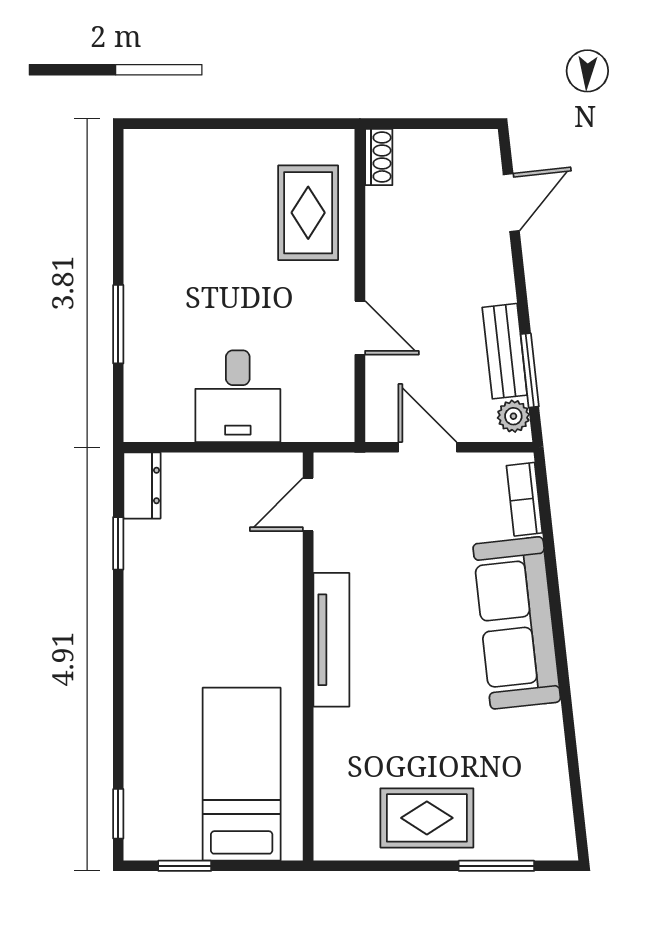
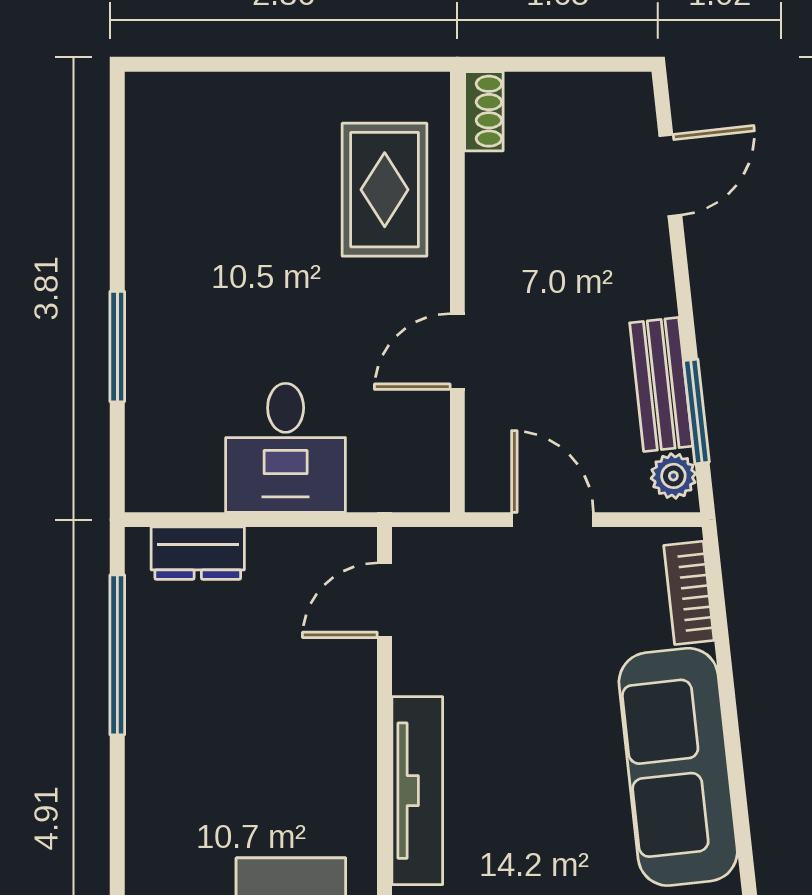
door: (360, 328) -> (457, 352), swing flipped
dresser: (142, 485) -> (198, 553), moved, turned 90
window: (118, 543) -> (117, 655), width x2.17

